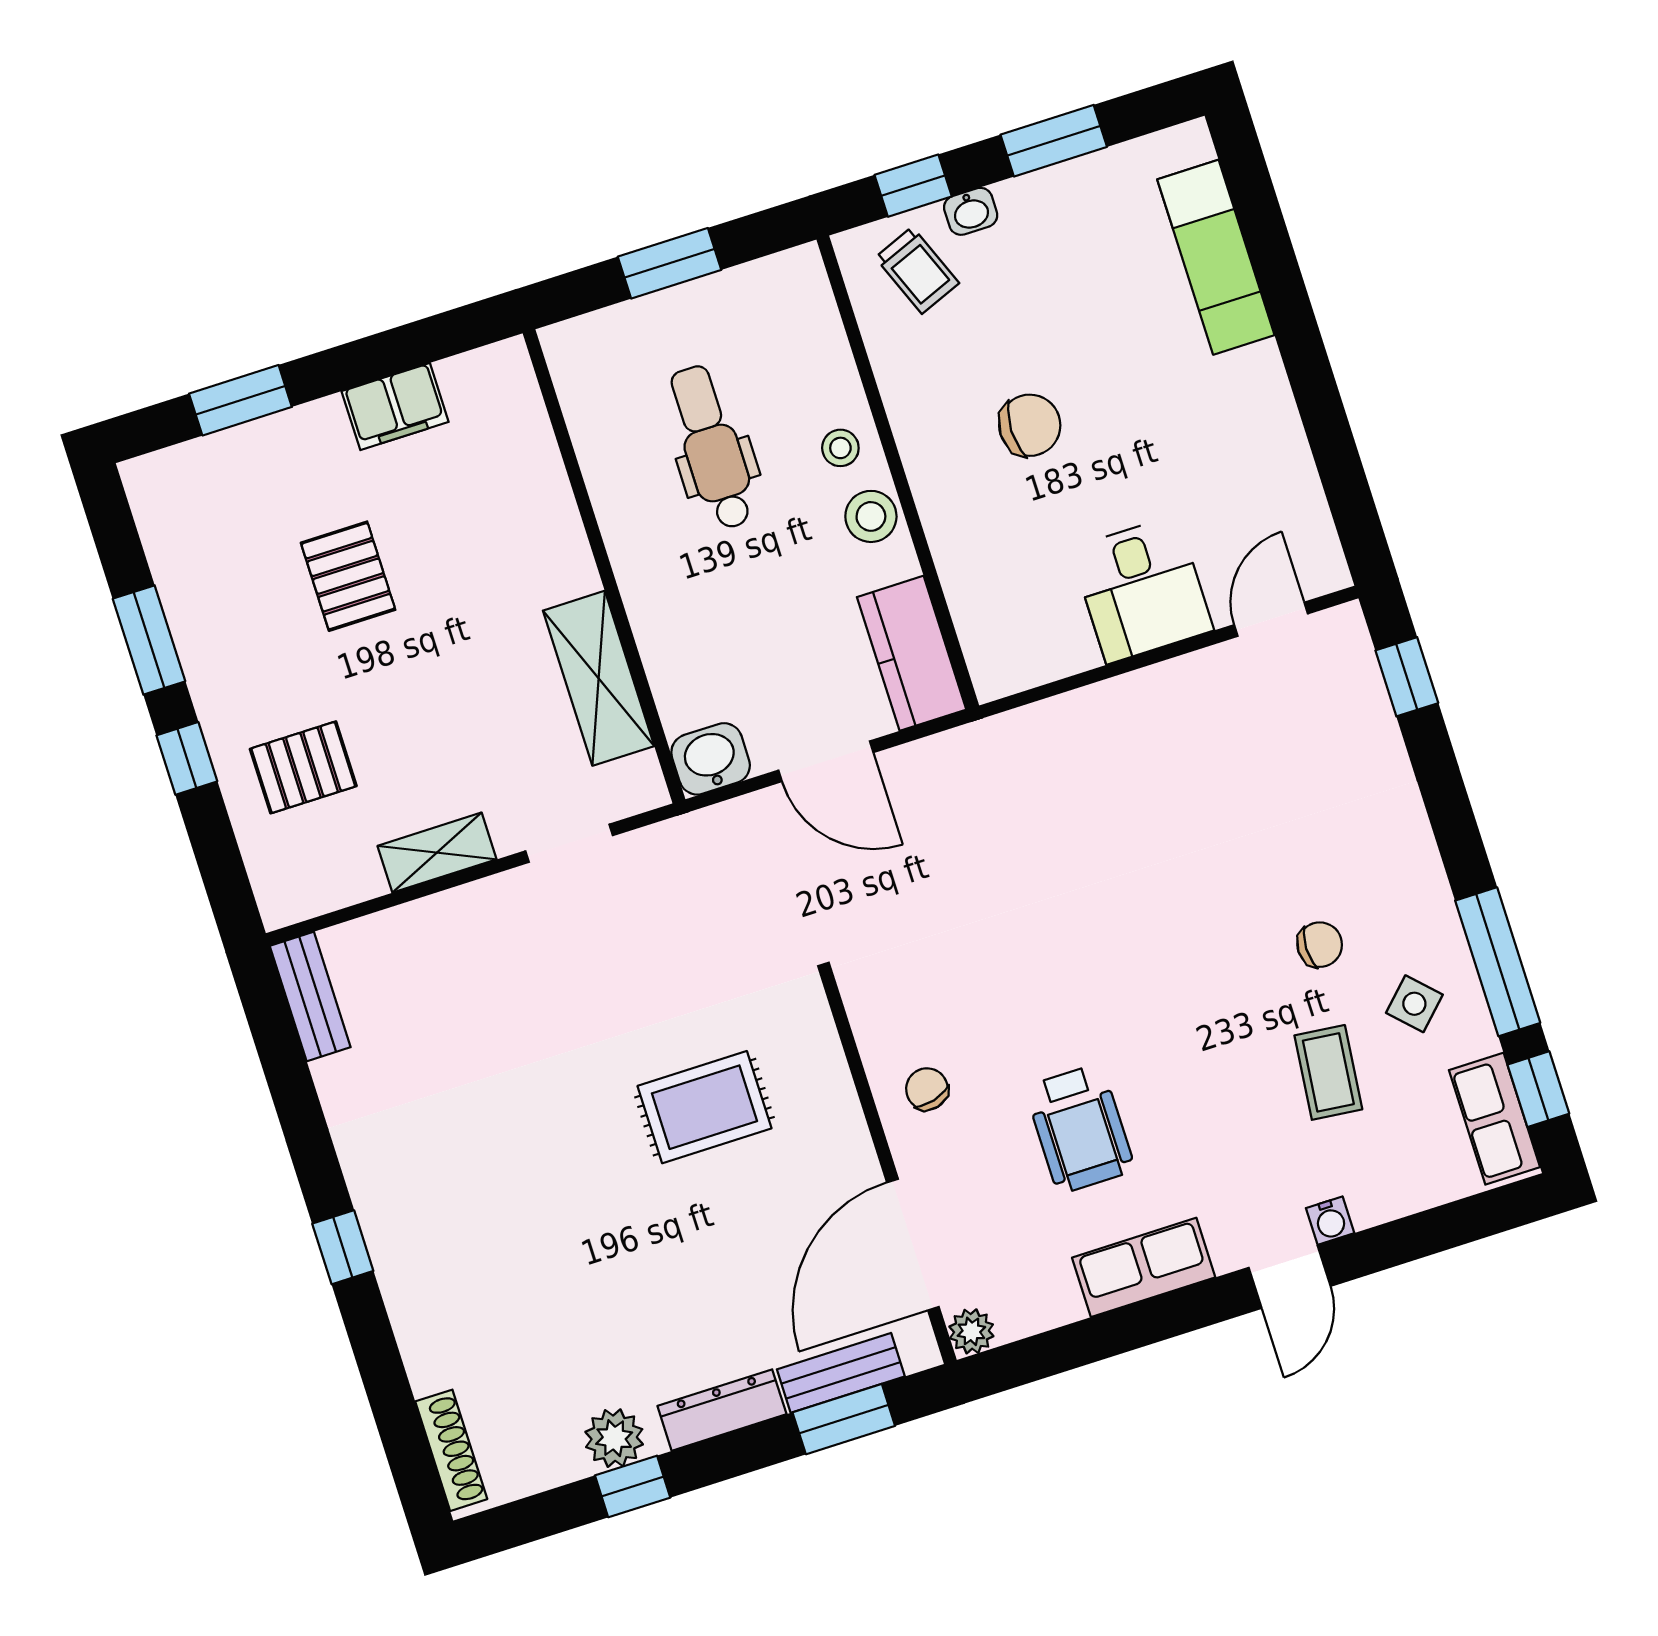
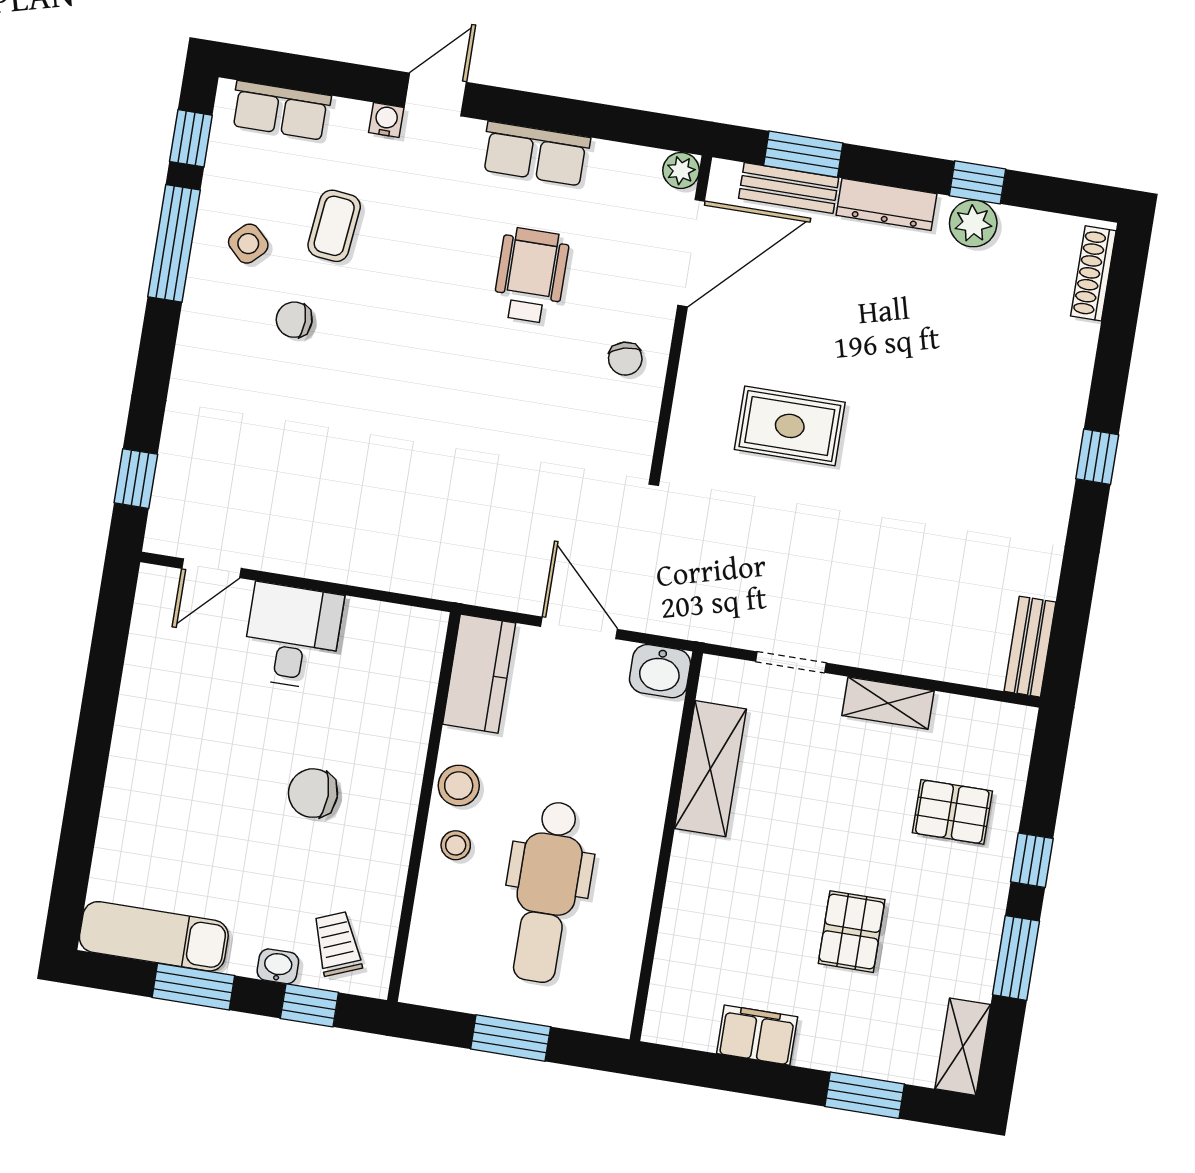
exam couch: (1216, 257) -> (154, 936), moved, turned -90
dental chair: (712, 447) -> (547, 892), width x1.36, depth x1.38
shelving: (158, 510) -> (963, 1047), added
row of seats: (1494, 1119) -> (281, 111), moved, turned 90

